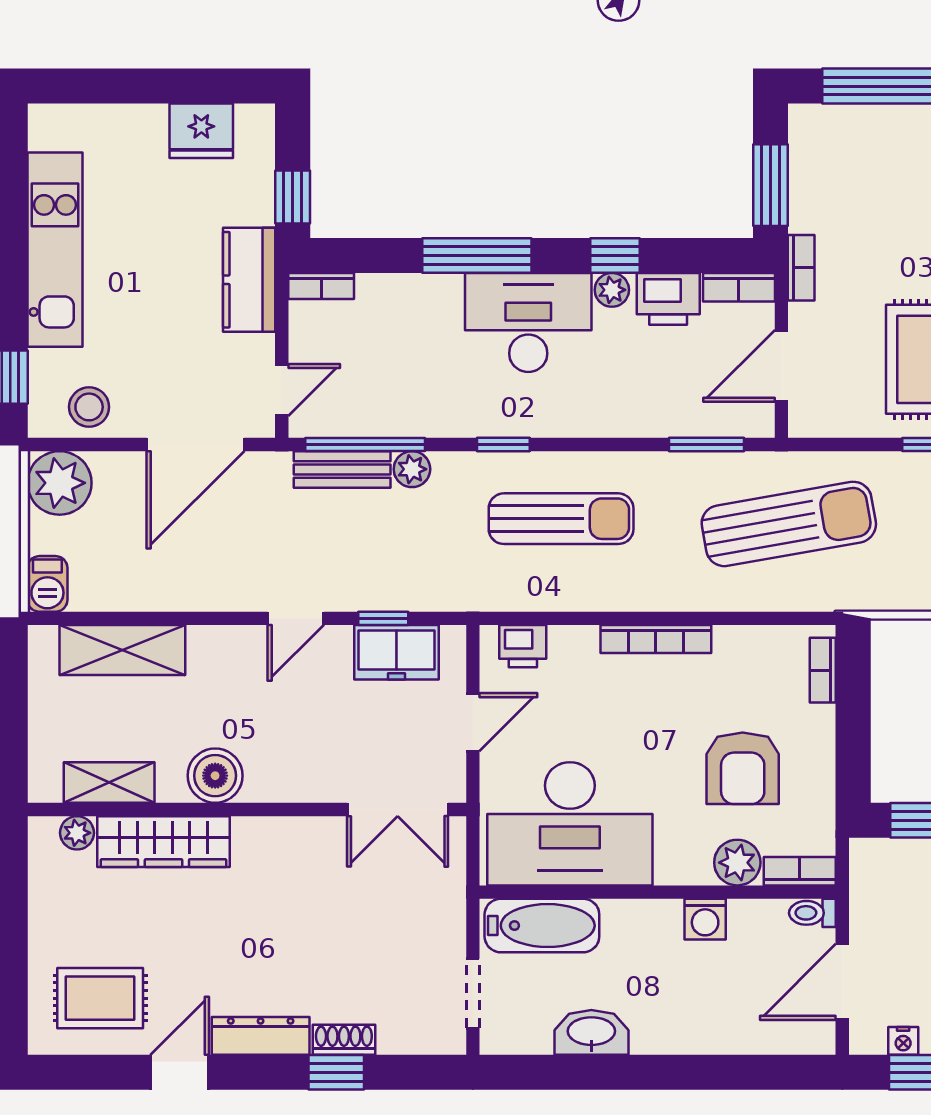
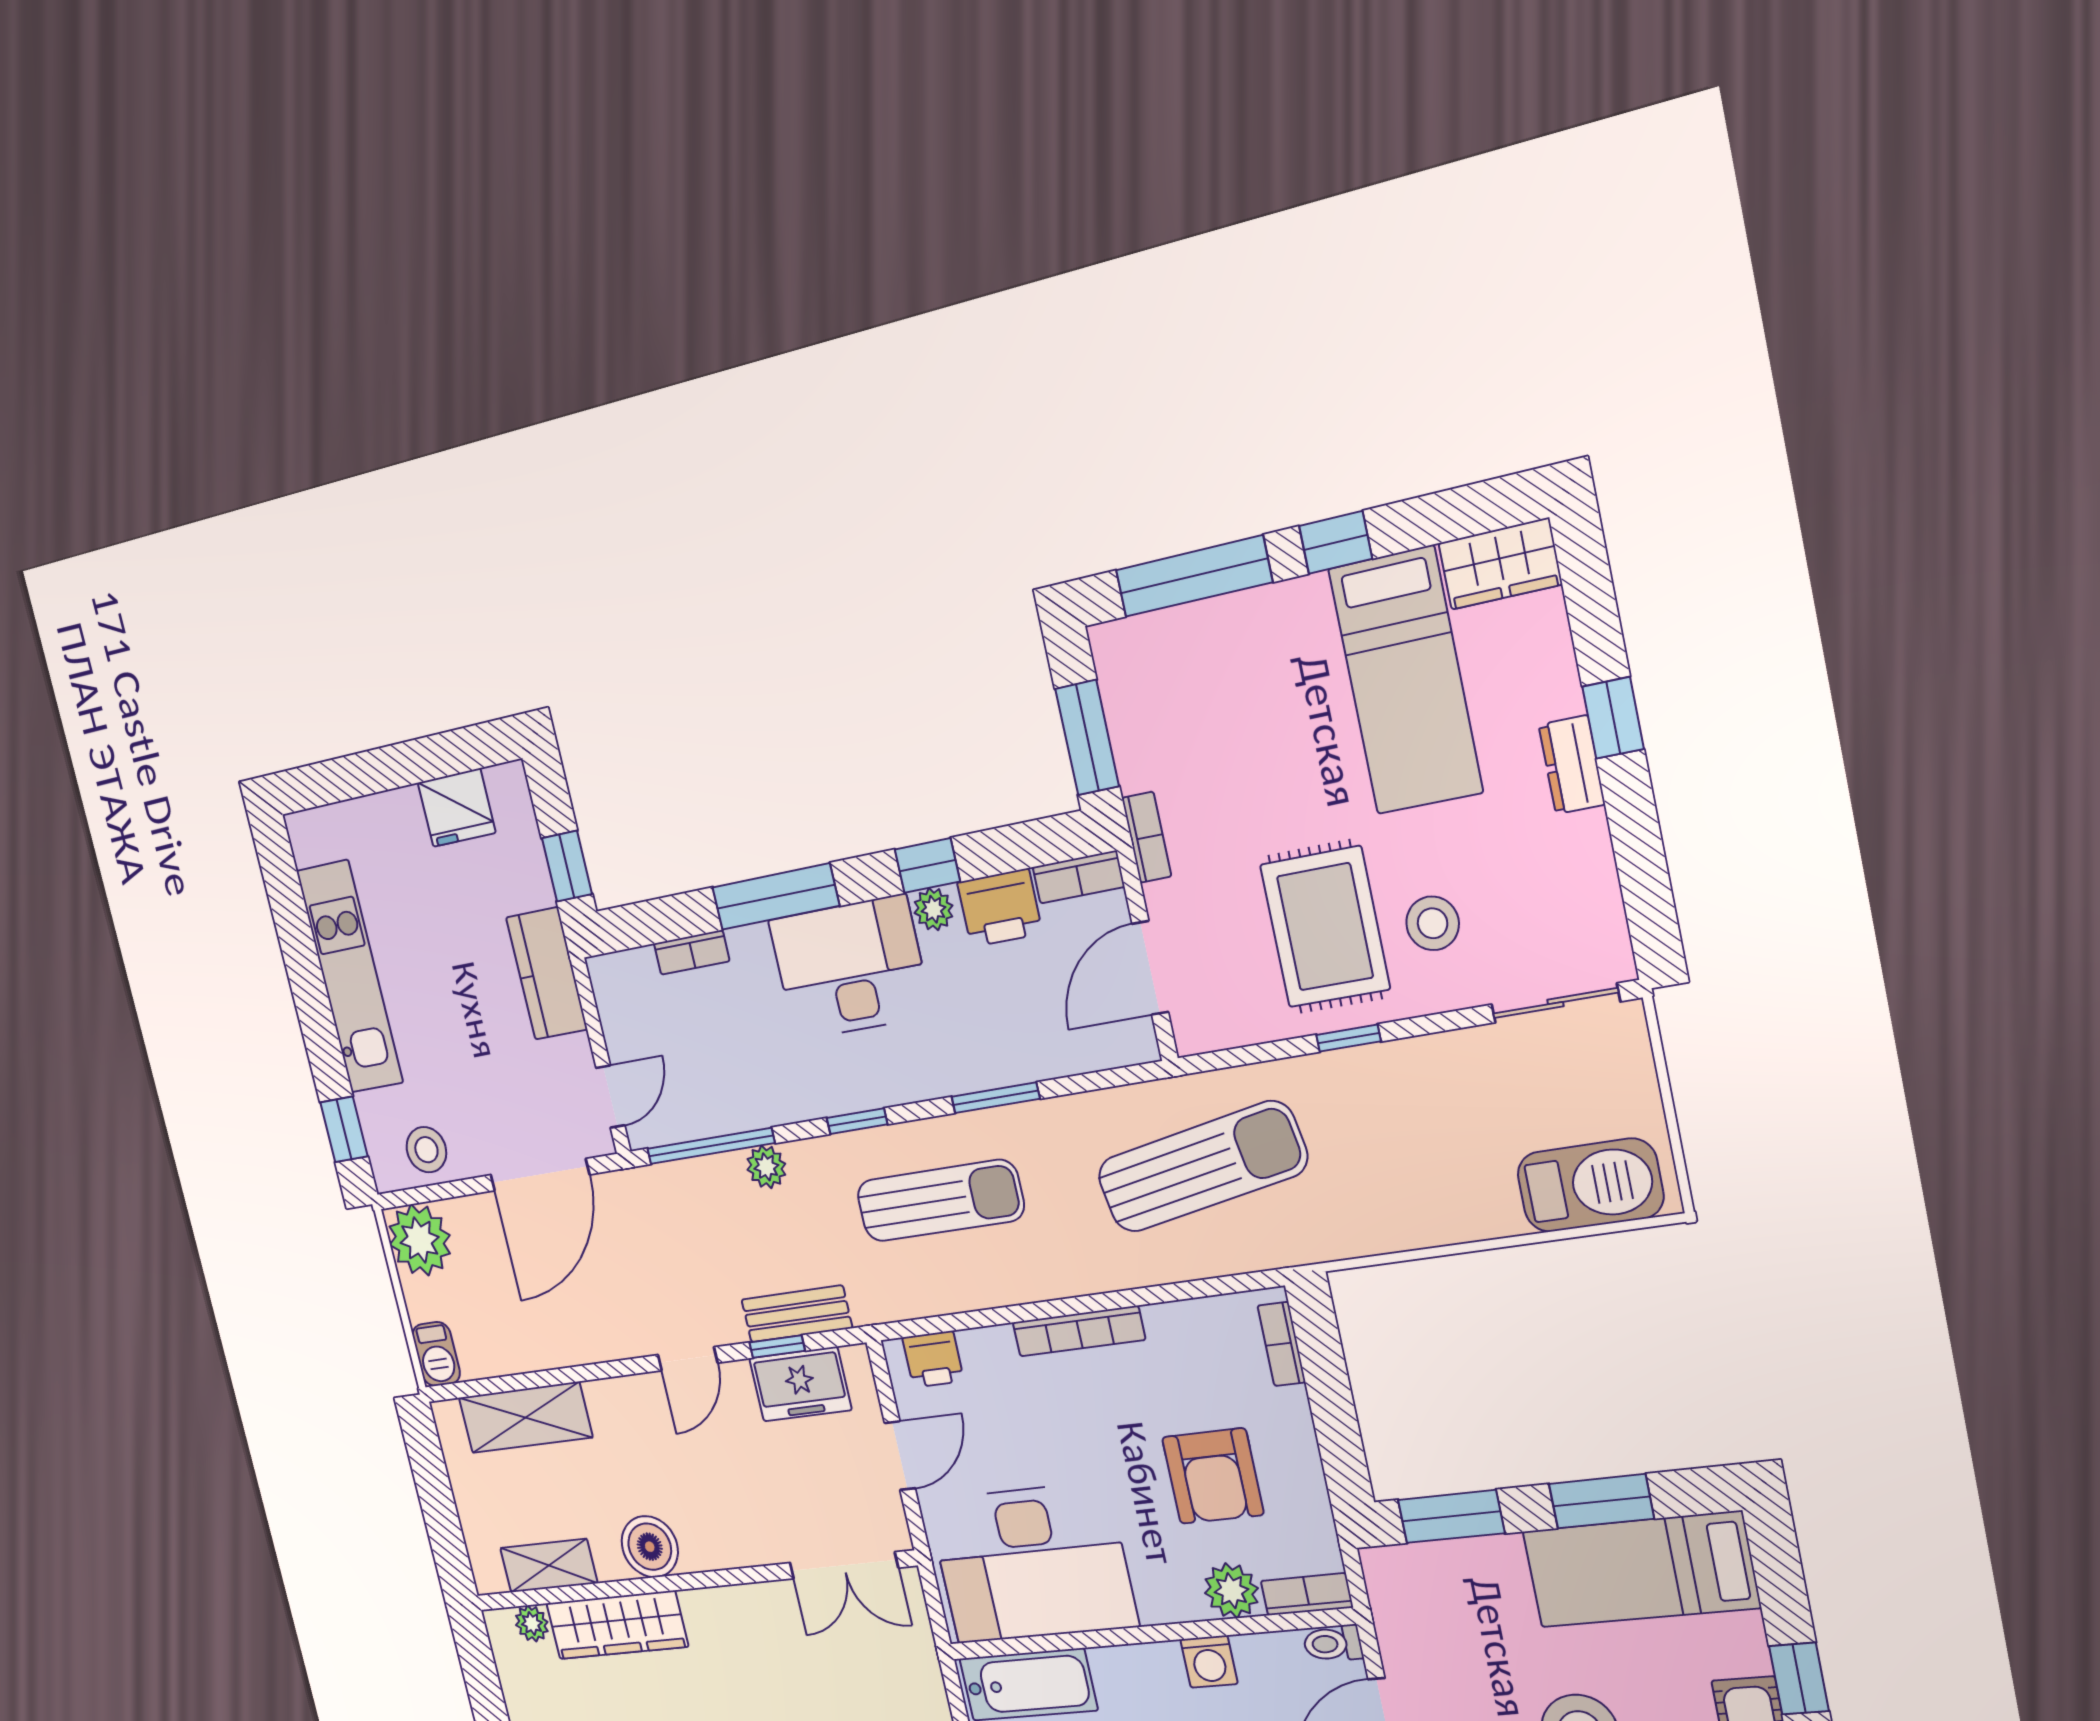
bookcase: (321, 286) -> (692, 952), moved
window: (707, 445) -> (996, 1098), moved
bench: (342, 469) -> (797, 1314), moved

